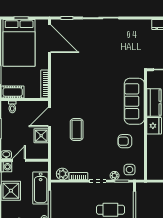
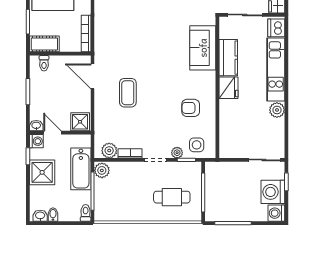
sofa: (134, 101) -> (203, 48), width x0.73
door: (50, 117) -> (92, 76), hinge flipped
shower: (41, 136) -> (80, 122), moved
door: (19, 160) -> (52, 133), hinge flipped
plant: (57, 189) -> (102, 170), added

